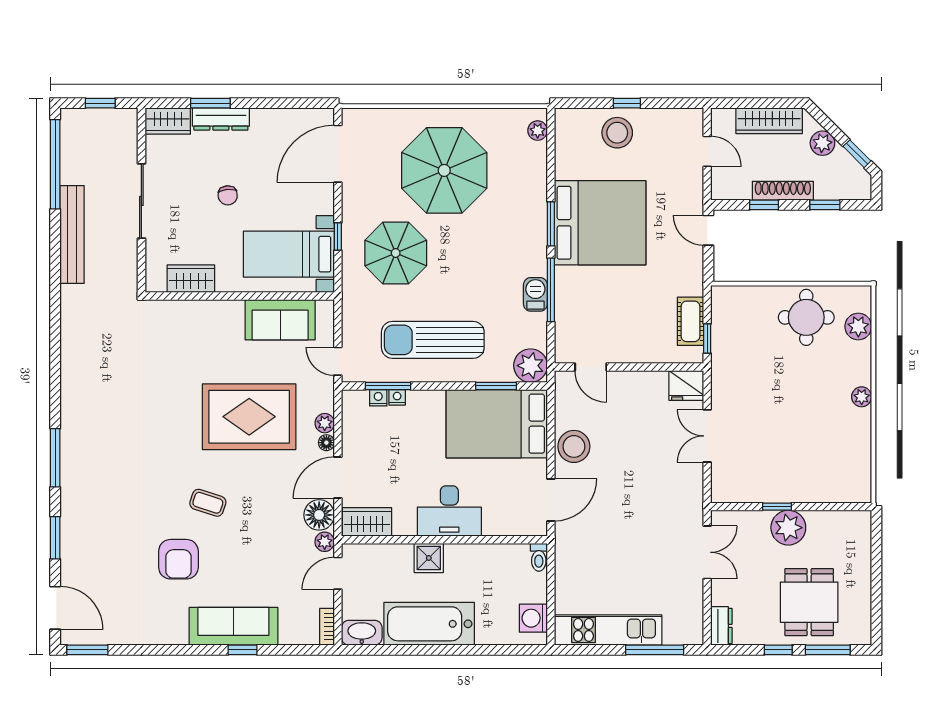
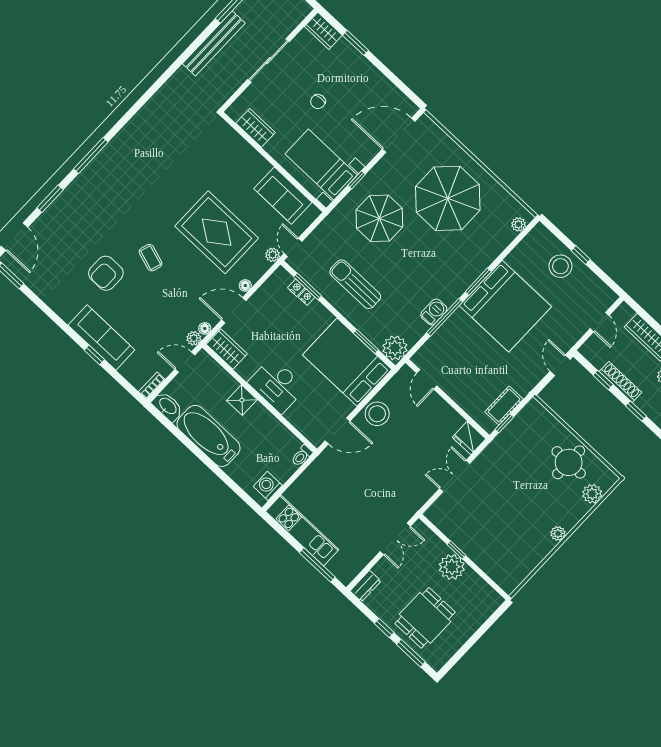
dresser: (221, 119) -> (353, 57), removed
sun lounger: (433, 340) -> (355, 284), width x0.73, depth x0.75
plant: (325, 423) -> (273, 255), moved
floor lamp: (319, 515) -> (205, 328), width x0.53, depth x0.53

